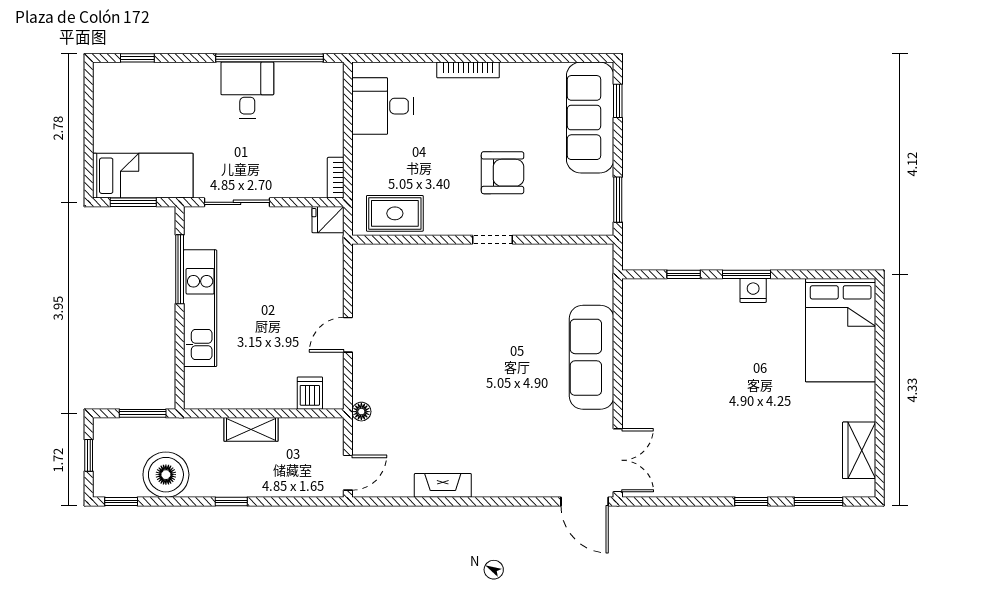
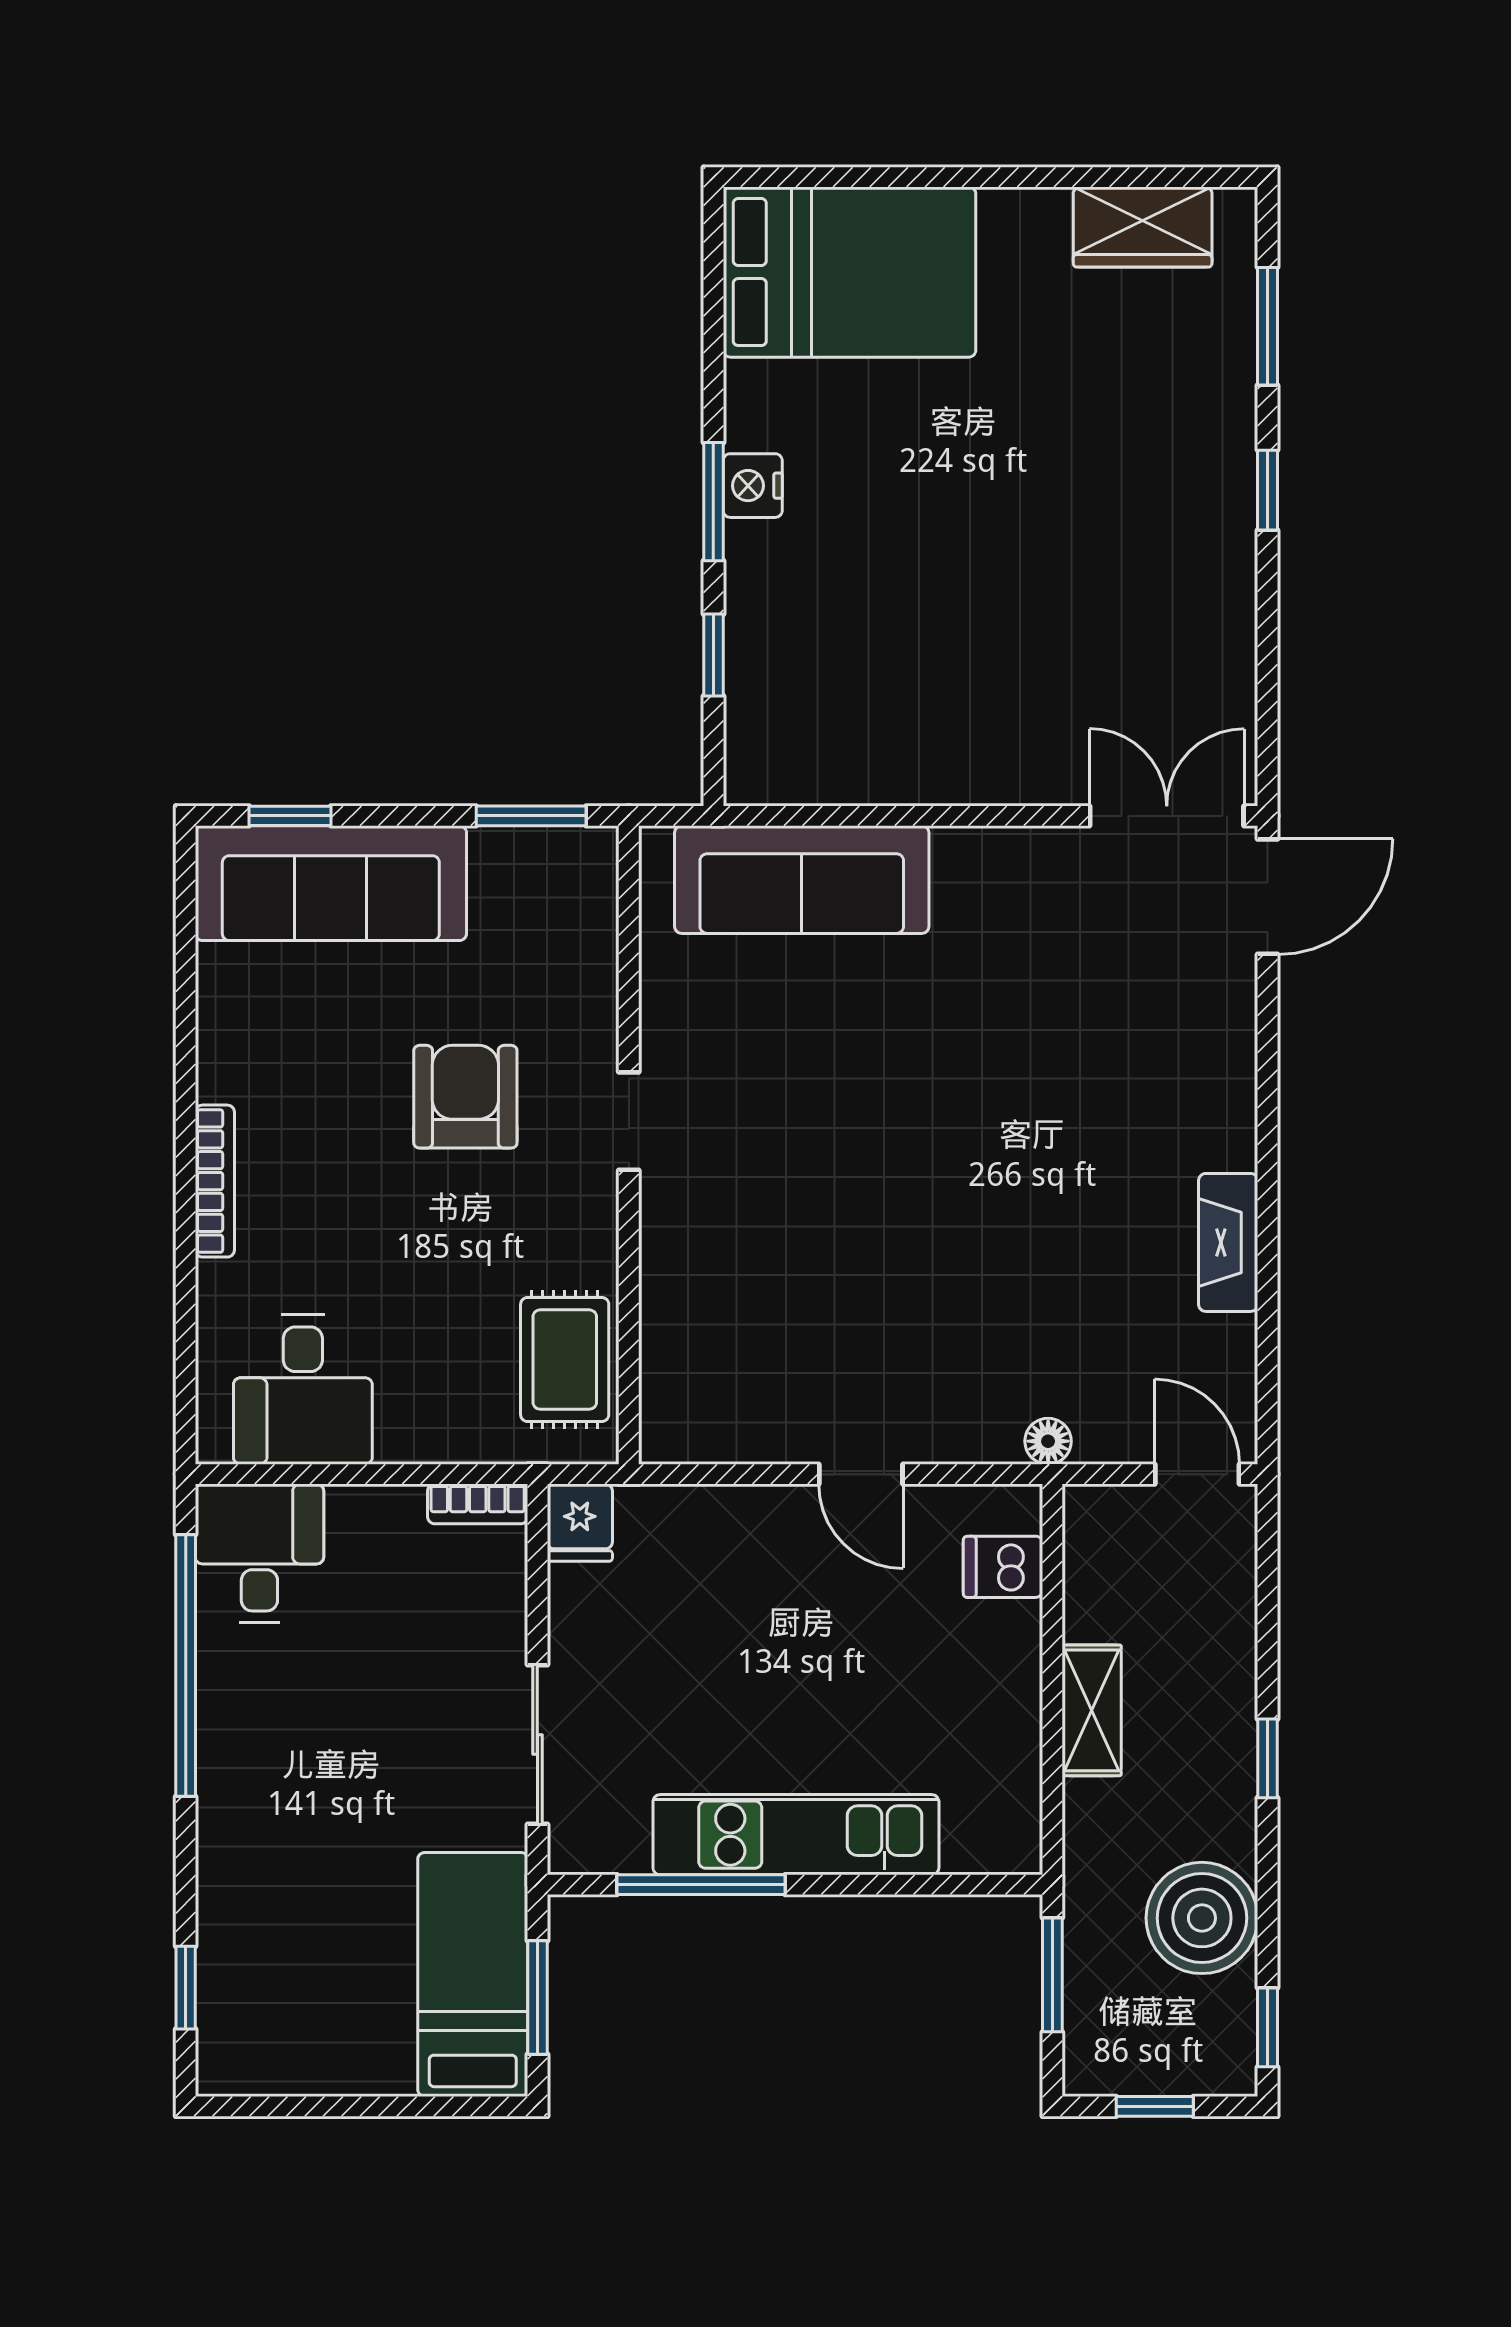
desk: (247, 90) -> (259, 1553), moved, turned 90
sofa: (592, 357) -> (802, 880), moved

